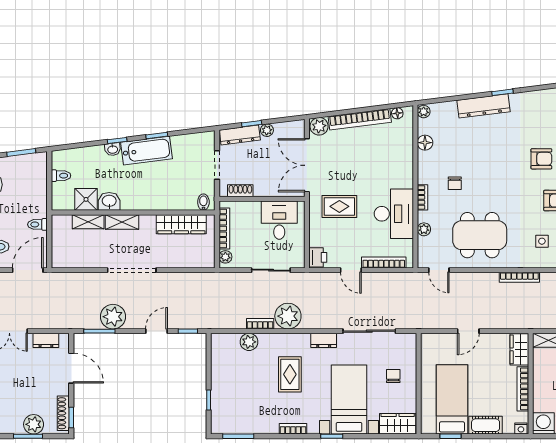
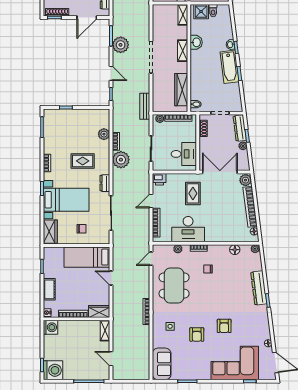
shower: (86, 199) -> (201, 12), moved
shelving: (88, 222) -> (183, 15), moved
bench: (207, 280) -> (145, 106), added
bed: (452, 399) -> (87, 257), moved, turned 180

